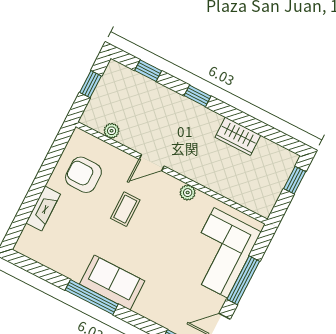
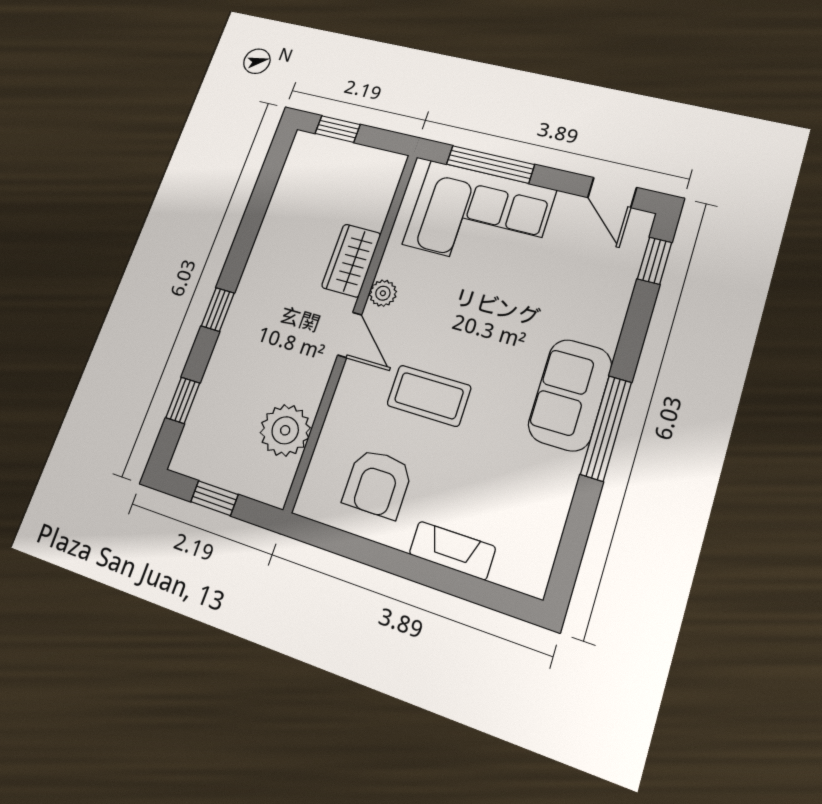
plant: (112, 131) -> (285, 430), width x1.87, depth x1.87
wardrobe: (238, 136) -> (351, 260), moved, turned 180
door: (152, 163) -> (350, 335), moved
coffee table: (125, 209) -> (429, 396), width x1.36, depth x1.30
window: (243, 280) -> (490, 164), moved

